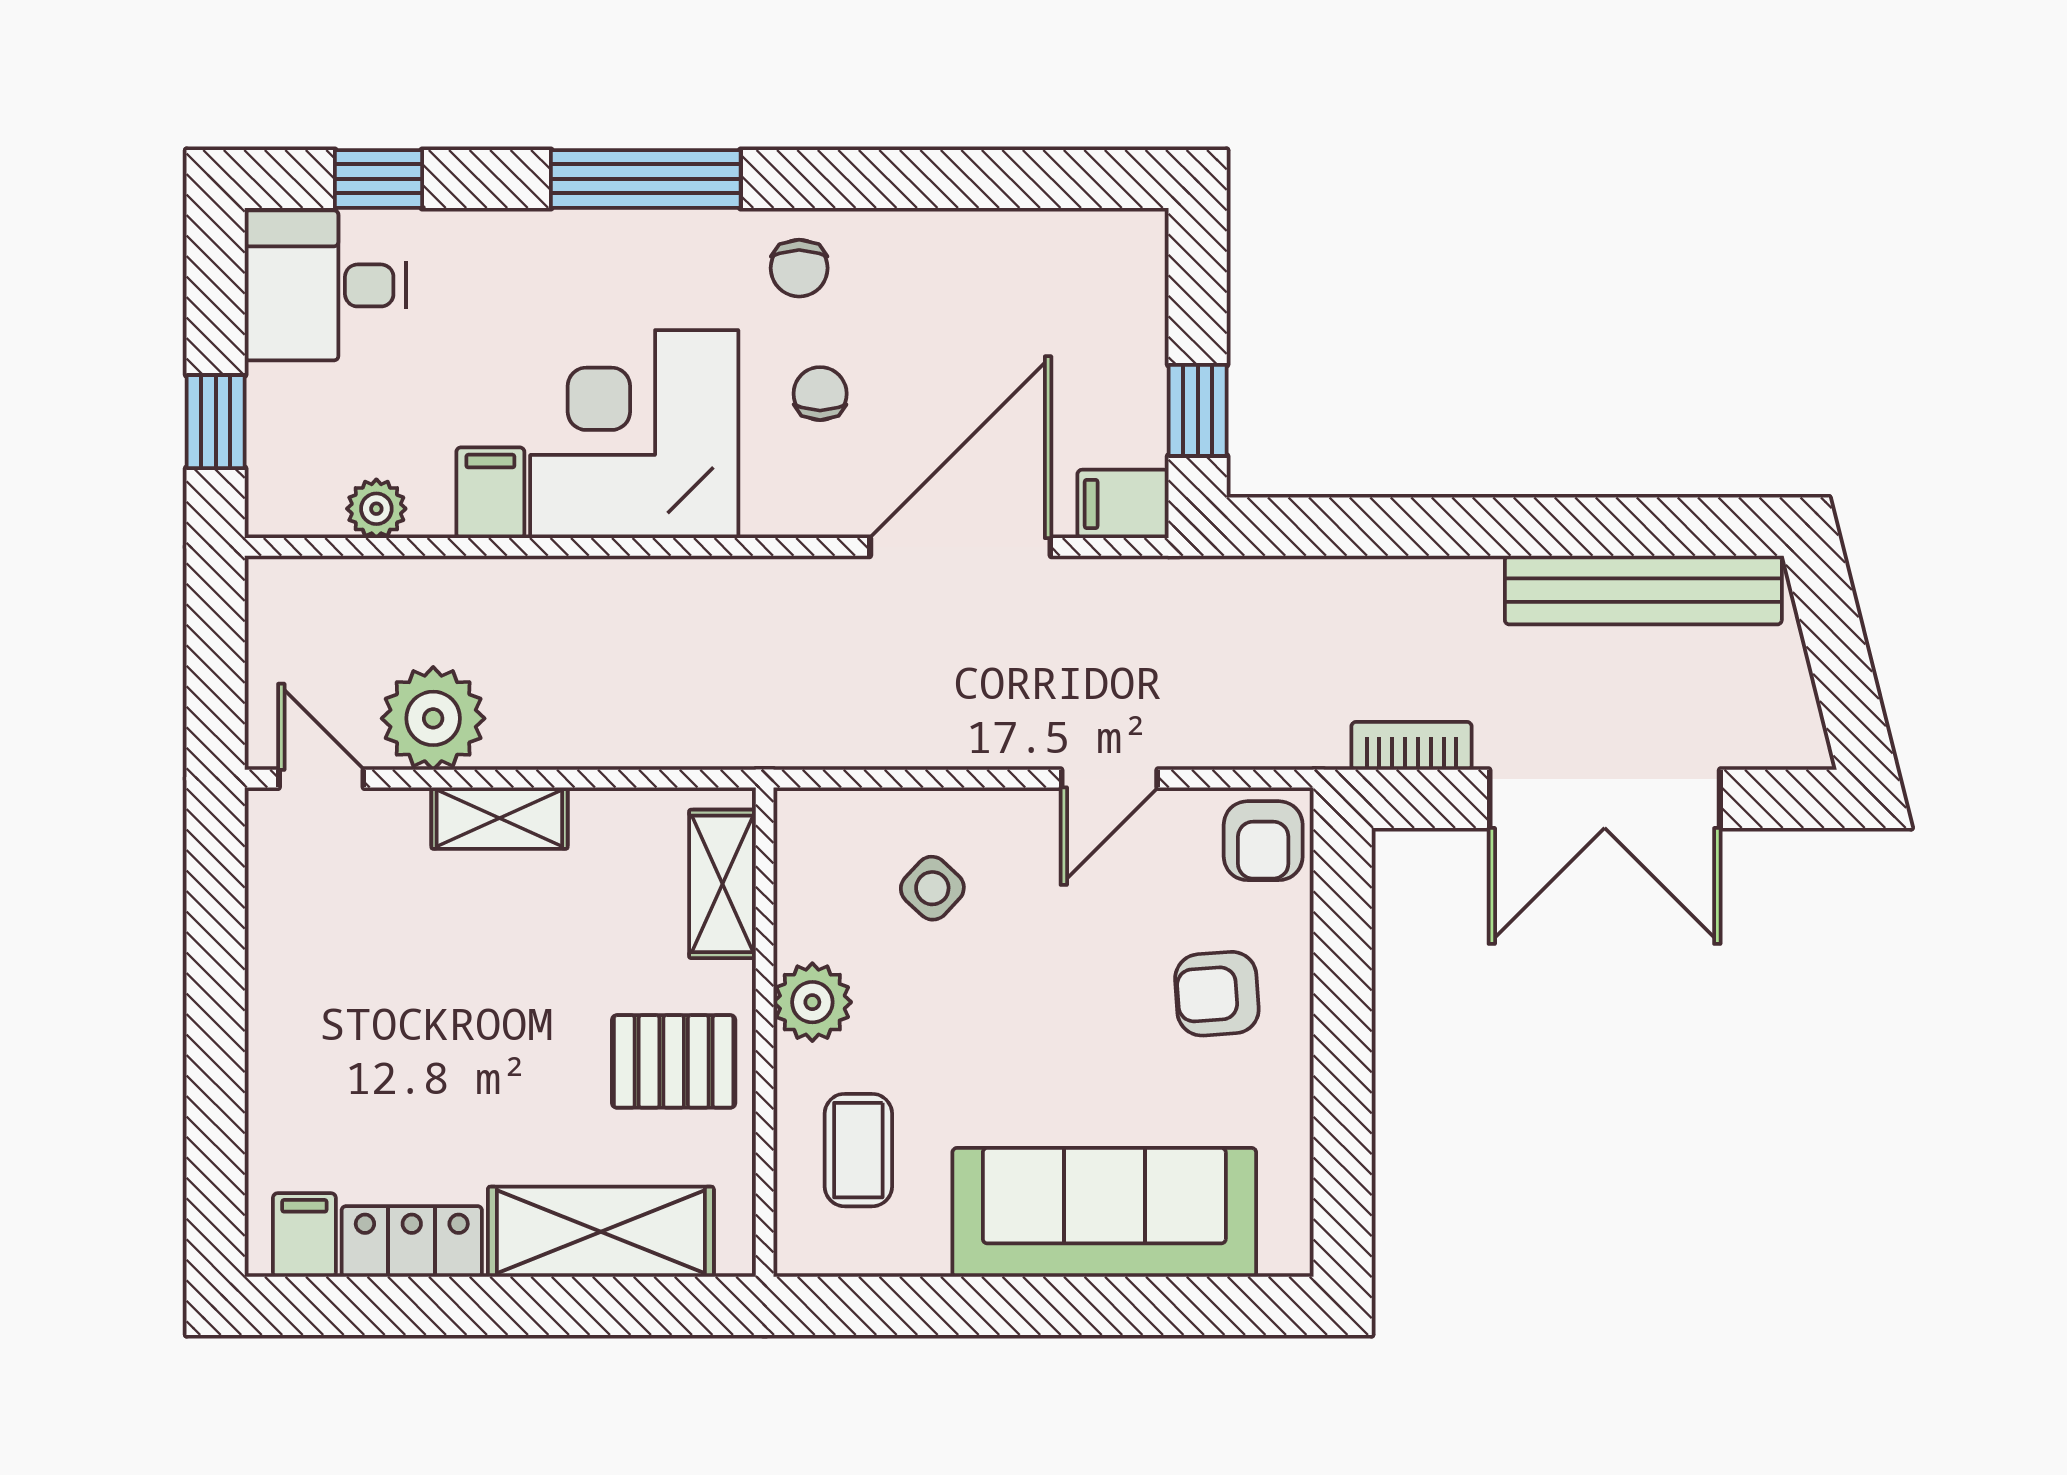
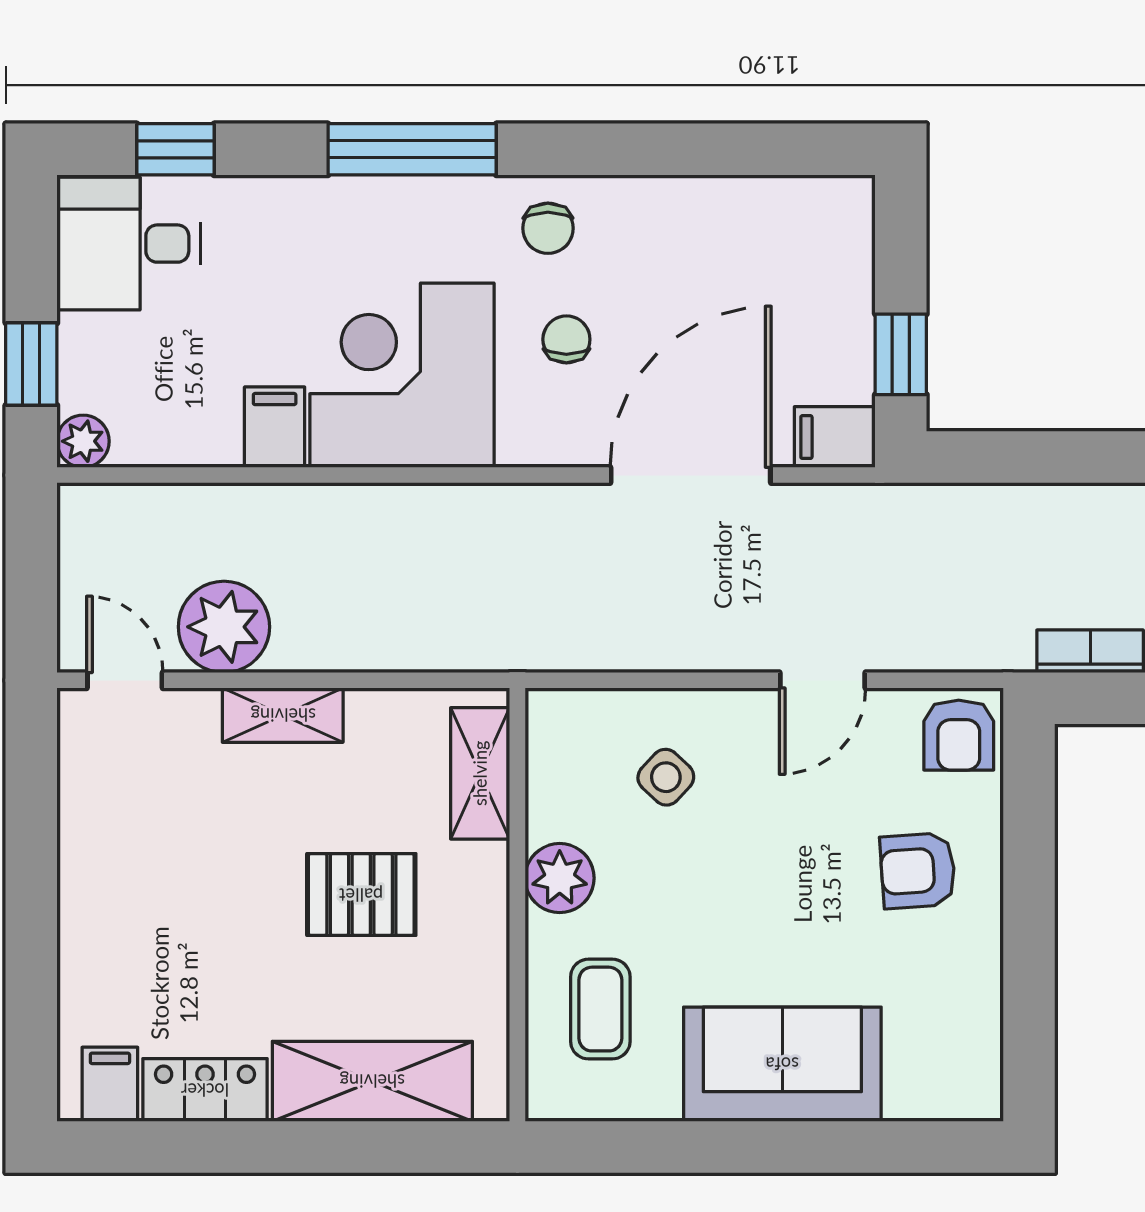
plant: (376, 509) -> (83, 441), moved
pallet: (674, 1061) -> (361, 895), moved
sofa: (1104, 1212) -> (782, 1064), width x0.73

